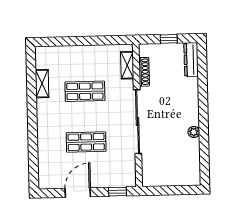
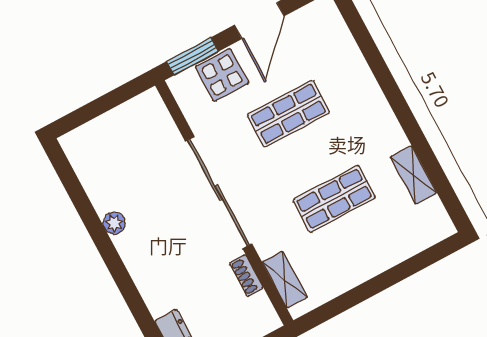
shoe rack: (144, 72) -> (246, 276), width x0.70
display table: (108, 176) -> (222, 75), added
window: (118, 192) -> (193, 56), width x1.50

